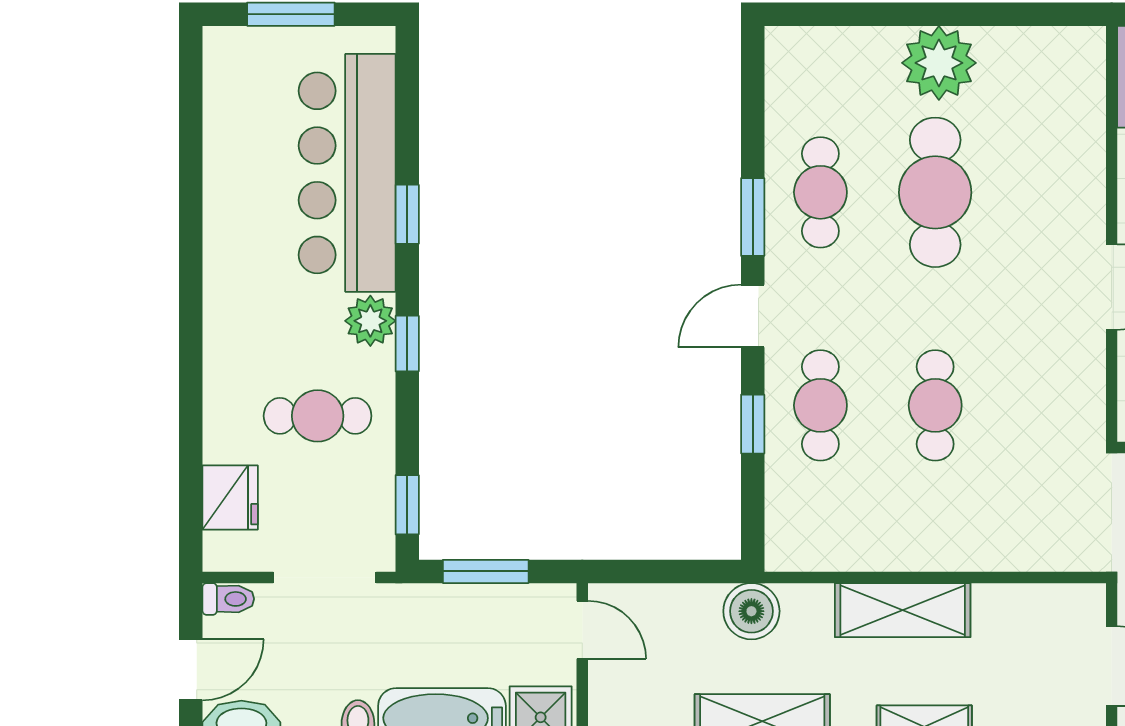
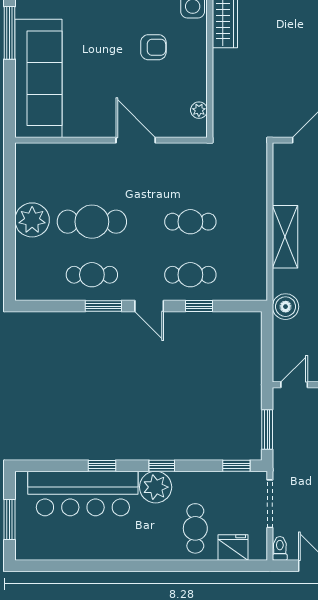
plant: (370, 321) -> (156, 487), width x1.36, depth x1.36
cafe table: (318, 416) -> (195, 528), moved

